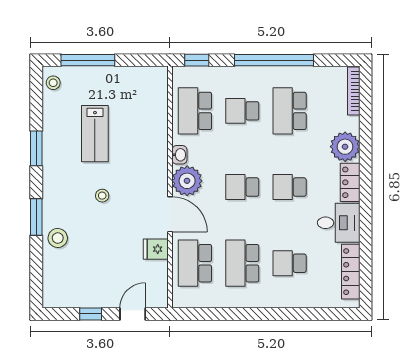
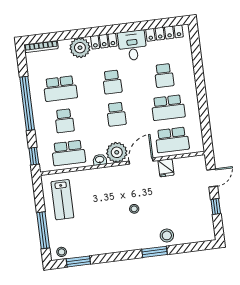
lab bench: (95, 134) -> (62, 200), moved, turned 90
window: (36, 148) -> (78, 261), moved
door: (133, 314) -> (212, 178), swing flipped

